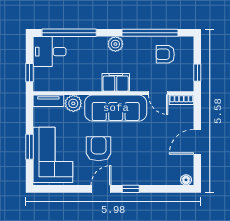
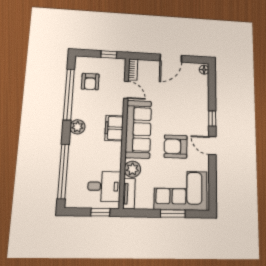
desk: (49, 52) -> (104, 186), moved, turned -90
door: (158, 93) -> (126, 90), hinge flipped
door: (197, 142) -> (171, 58), hinge flipped

